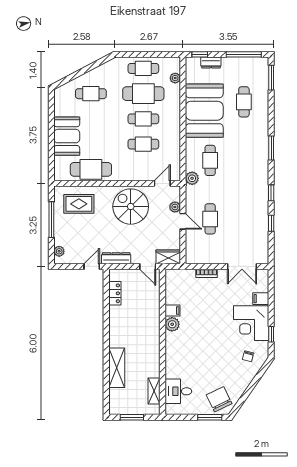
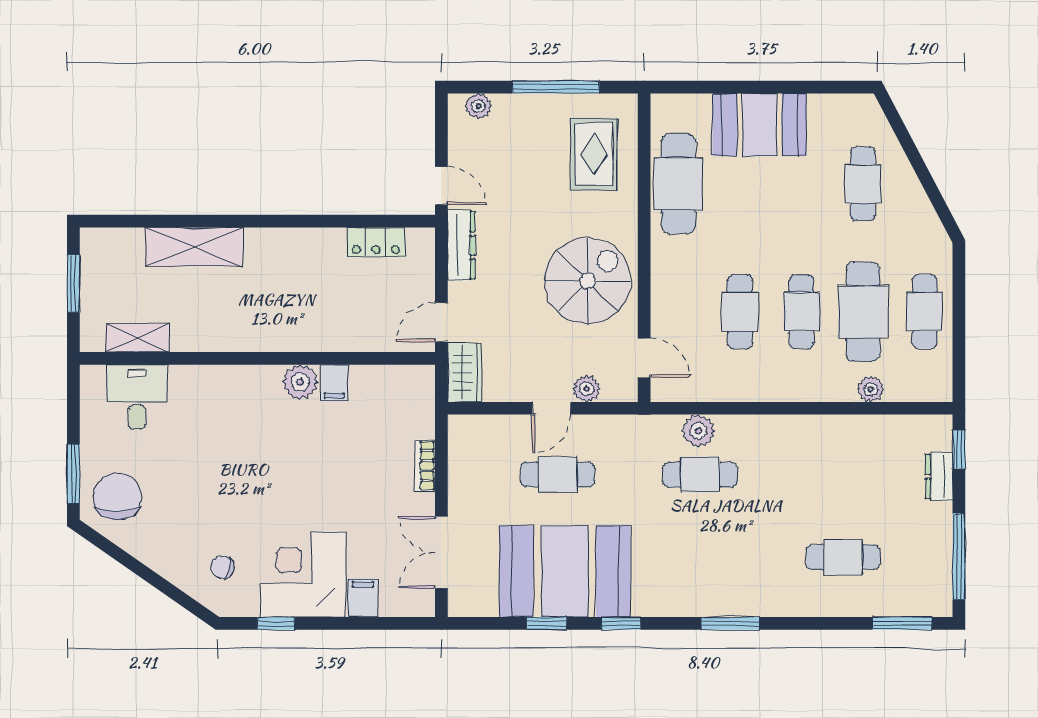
plant: (175, 78) -> (871, 389), moved
booth: (204, 111) -> (565, 571), moved
plant: (192, 178) -> (698, 431), moved
chair: (219, 399) -> (117, 496), turned -64

